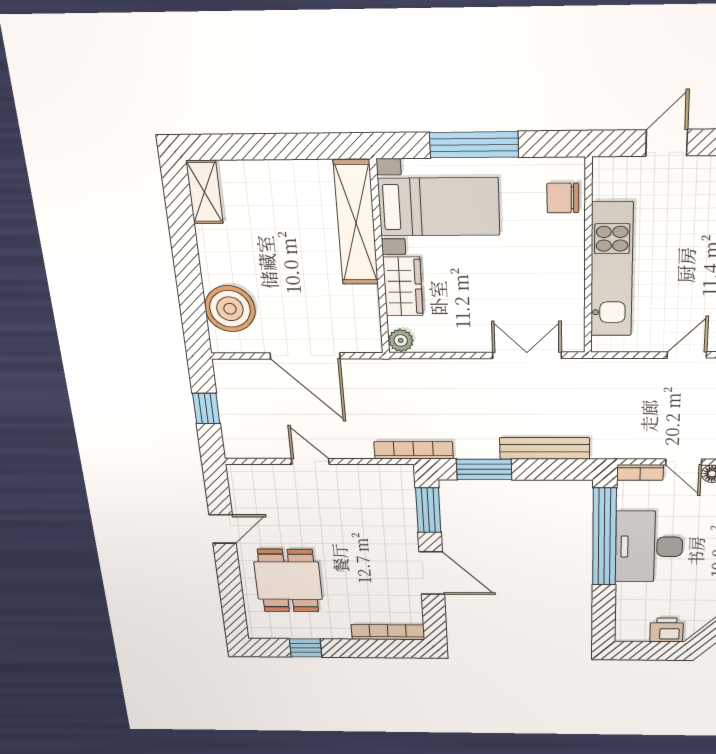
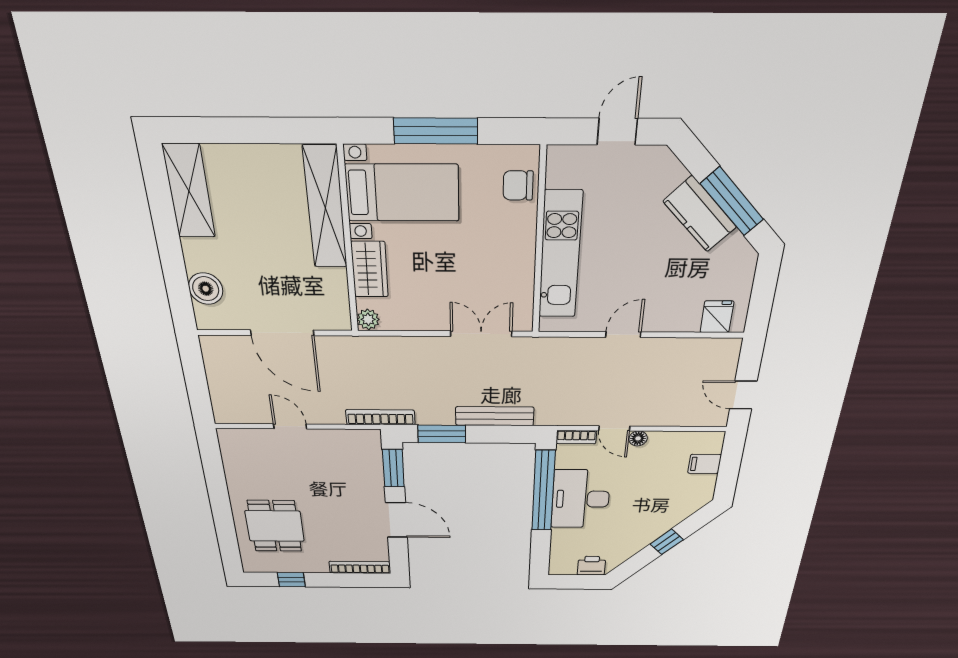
shelving: (205, 192) -> (189, 191), width x1.50, depth x1.33
boiler: (230, 309) -> (206, 289), width x0.73, depth x0.73
window: (206, 408) -> (196, 379), removed
door: (223, 529) -> (216, 483), removed

